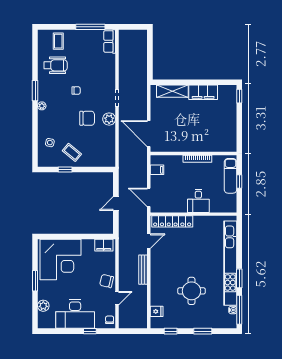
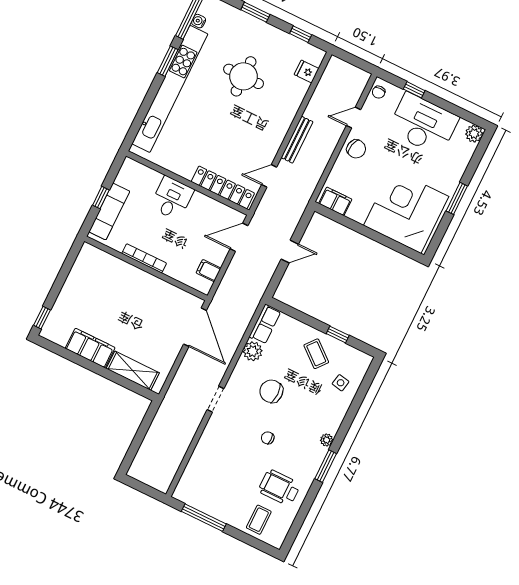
row of seats: (110, 41) -> (265, 324), moved
plant: (109, 119) -> (253, 351), moved
door: (149, 197) -> (239, 237), swing flipped
plant: (43, 306) -> (474, 134), moved

